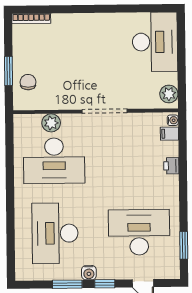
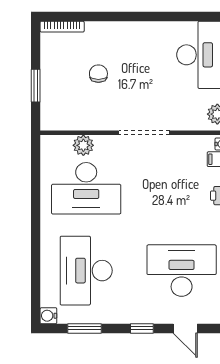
chair: (28, 82) -> (98, 74), moved
water cooler: (89, 273) -> (48, 316), moved, turned 90
window: (67, 284) -> (84, 328), moved

